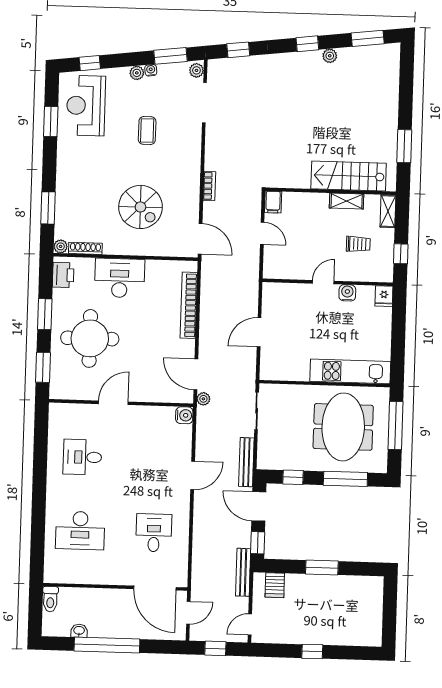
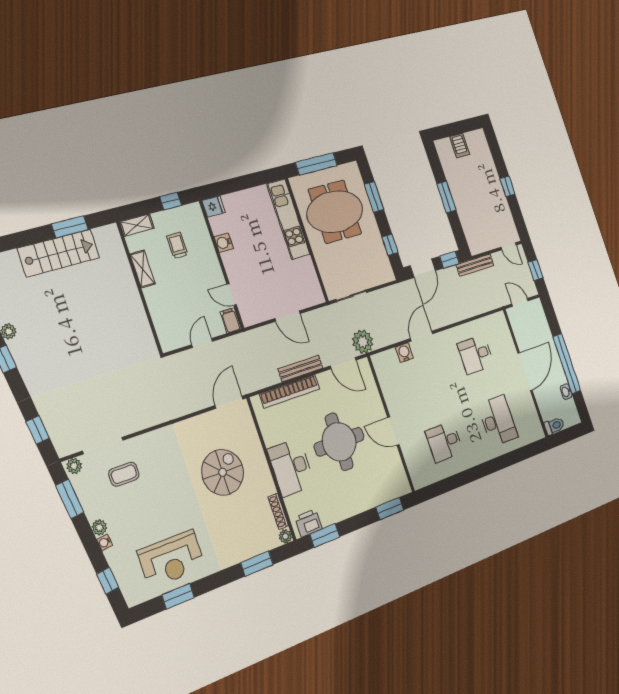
water cooler: (151, 70) -> (105, 542), moved
reception desk: (86, 106) -> (171, 559), moved
coffee table: (147, 131) -> (124, 474), moved
stairs: (349, 176) -> (59, 253), moved, turned -90
bookcase: (209, 186) -> (179, 411), removed
filing cabinet: (273, 202) -> (231, 320), moved, turned -90
door: (323, 282) -> (232, 294), moved
window: (45, 314) -> (325, 536), moved
round table: (90, 338) -> (339, 442), moved
door: (196, 374) -> (343, 363), hinge flipped
plant: (203, 399) -> (363, 342), width x1.88, depth x1.88
water cooler: (184, 415) -> (404, 353), moved
desk: (82, 457) -> (444, 442), turned 90
bench: (246, 462) -> (301, 369), moved
door: (193, 475) -> (422, 336), hinge flipped
window: (345, 479) -> (374, 197), width x0.69
server rack: (275, 585) -> (460, 146), moved, turned 90
door: (155, 588) -> (525, 372), moved

